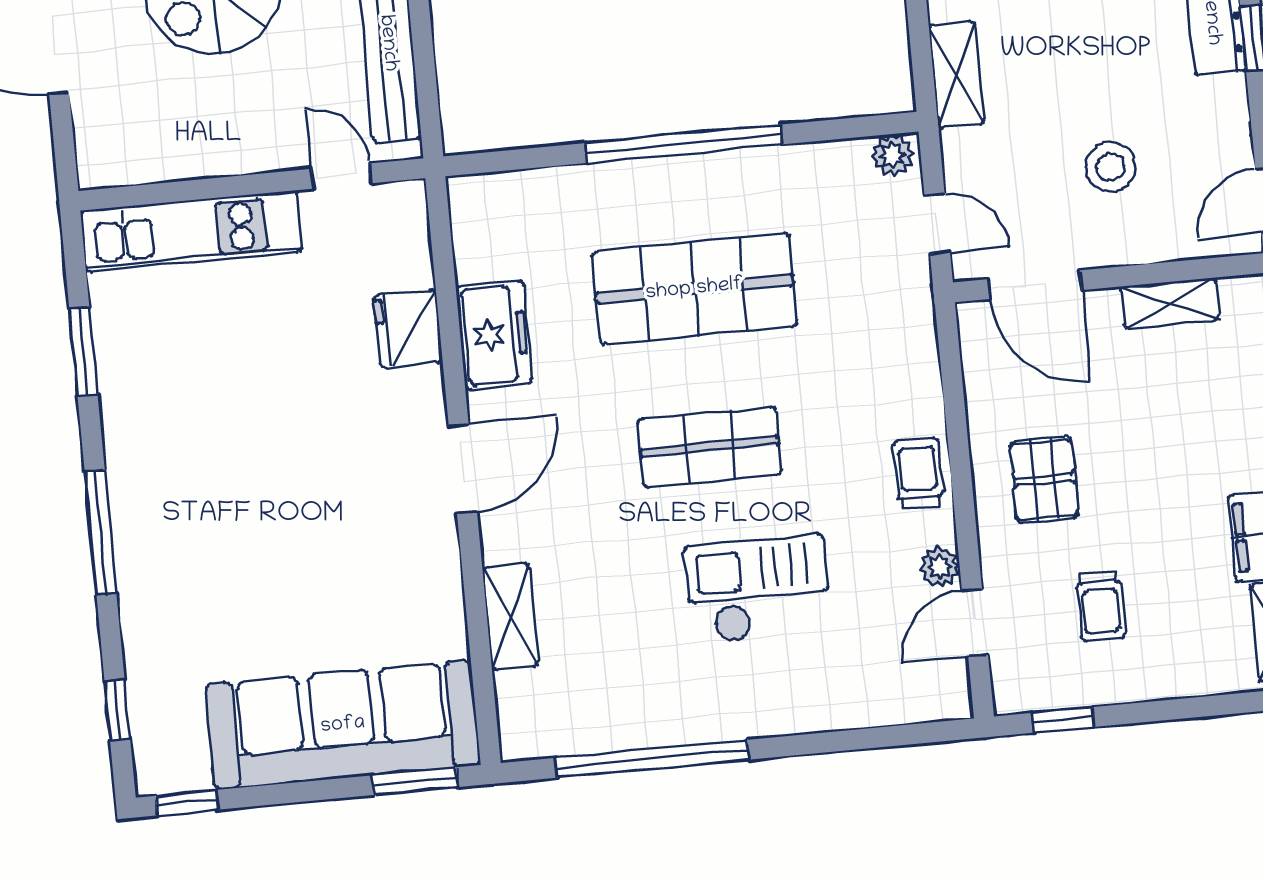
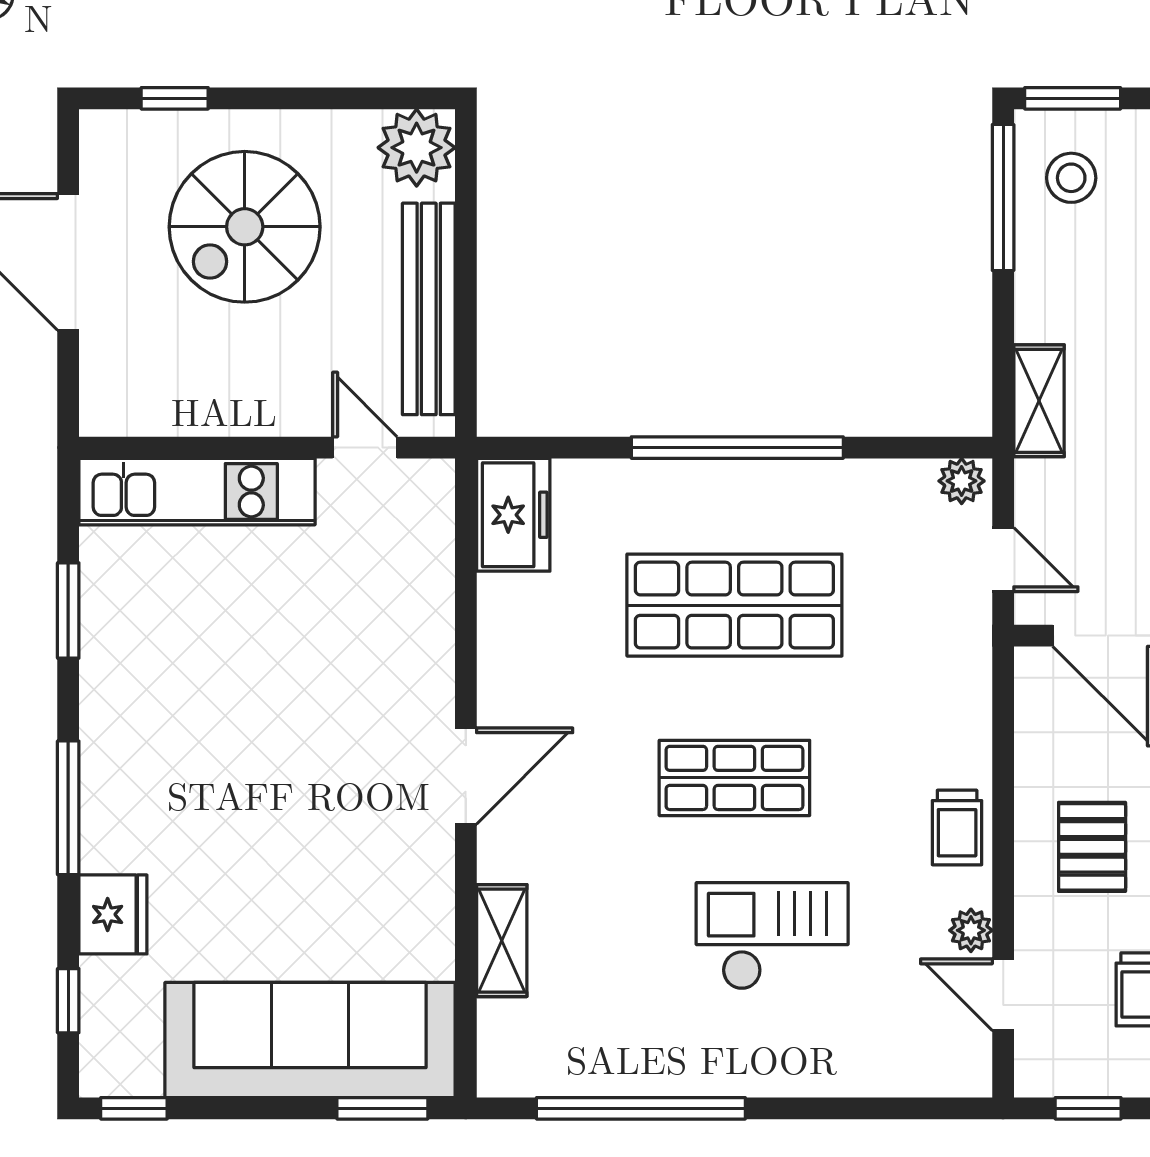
fridge: (408, 329) -> (113, 914), moved, turned 180
freezer: (494, 335) -> (513, 515), moved
trolley: (918, 473) -> (957, 827), turned 180
door: (975, 623) -> (1003, 995), hinge flipped

